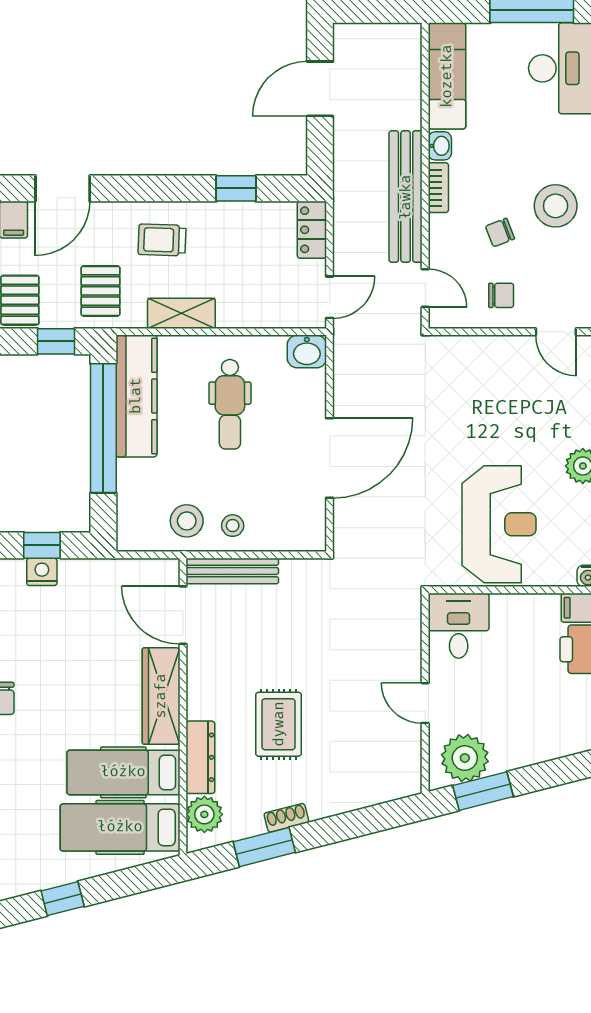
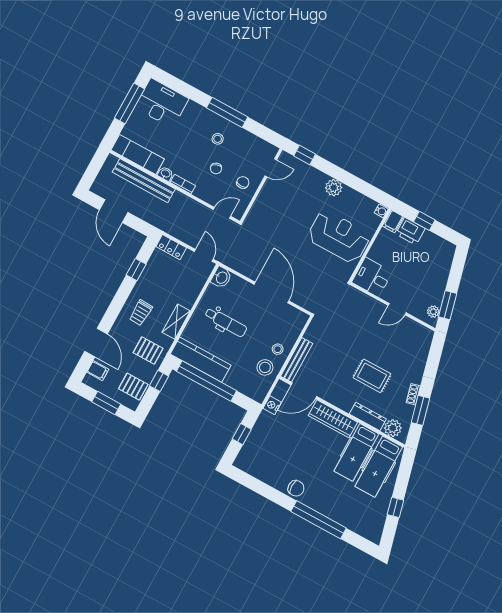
bench: (406, 197) -> (144, 181), moved
stool: (556, 206) -> (218, 139), width x0.53, depth x0.53
nightstand: (42, 572) -> (272, 405), moved
plant: (465, 758) -> (433, 312), width x0.53, depth x0.53

